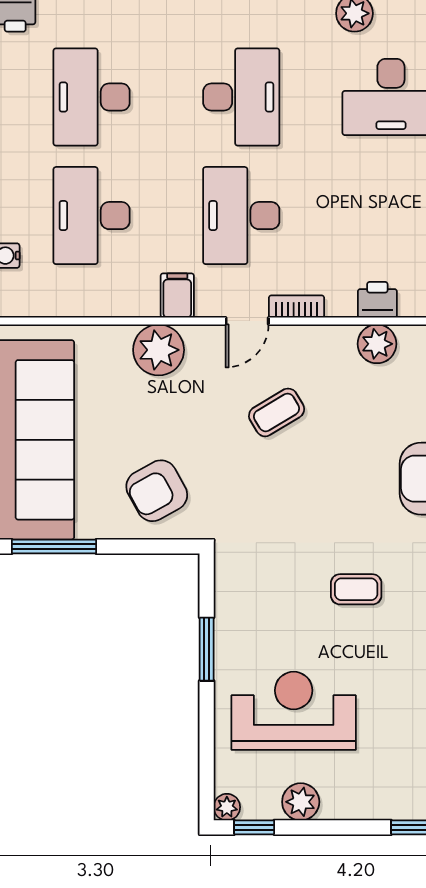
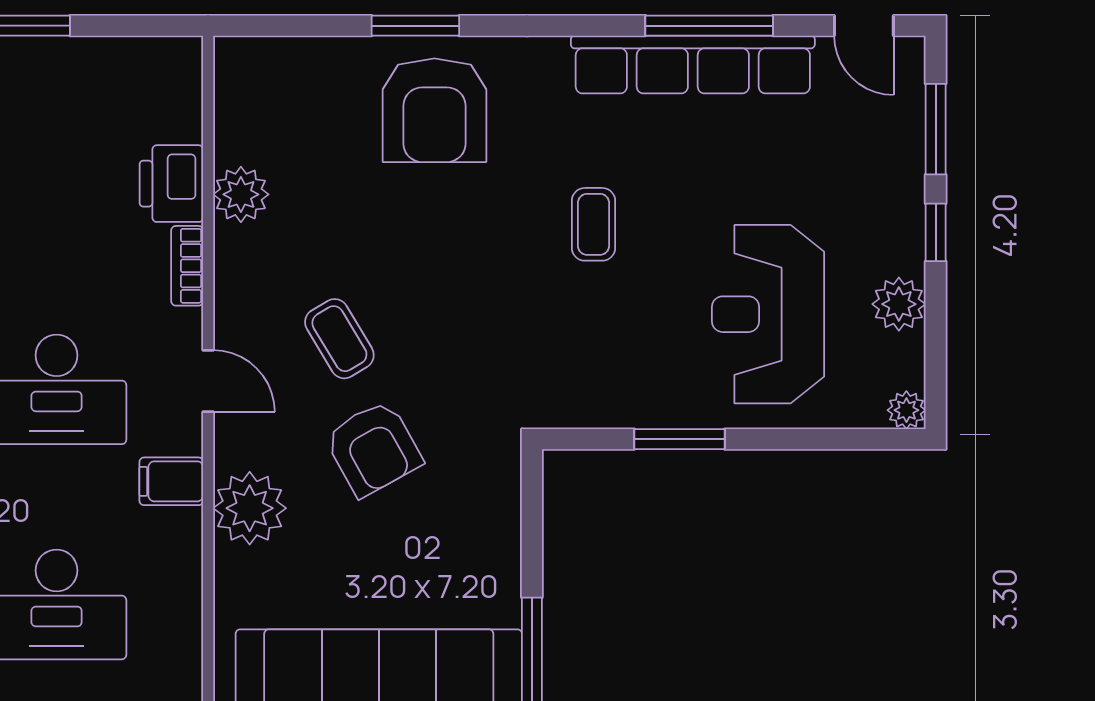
printer: (377, 300) -> (171, 184), width x1.36, depth x1.24
bookcase: (297, 306) -> (187, 266), moved
armchair: (157, 491) -> (373, 448), moved
window: (254, 827) -> (936, 232), moved

